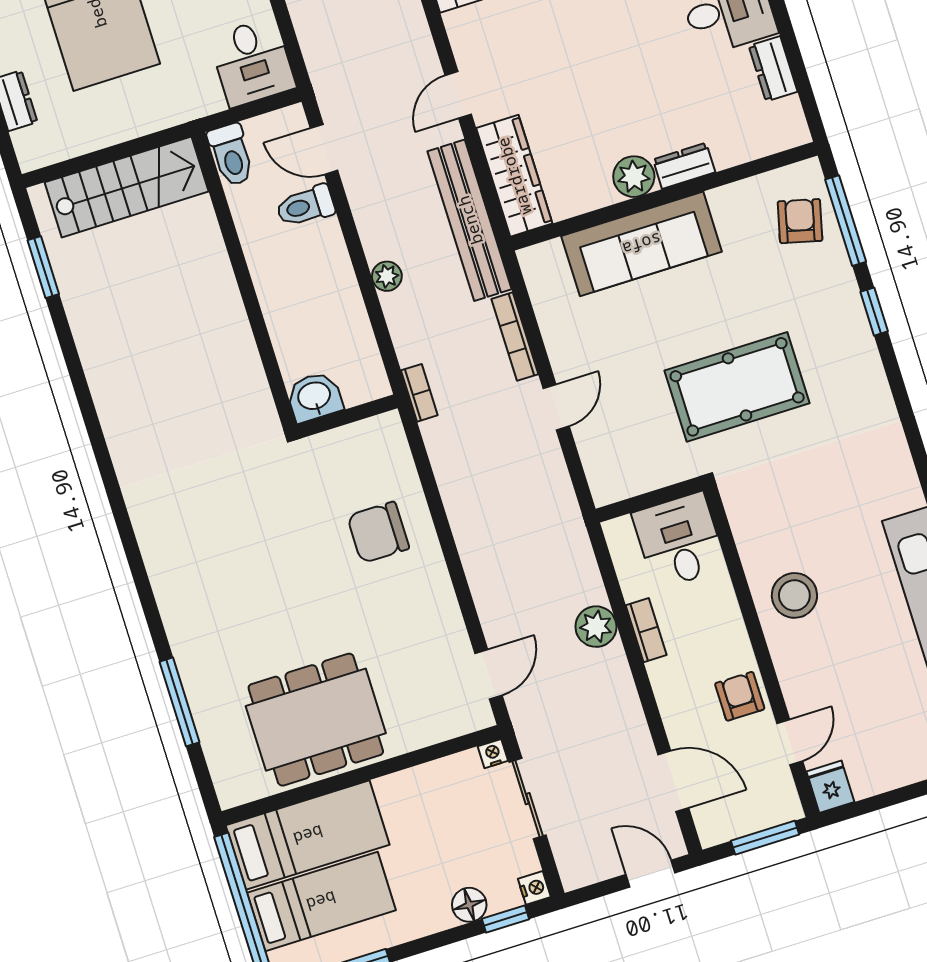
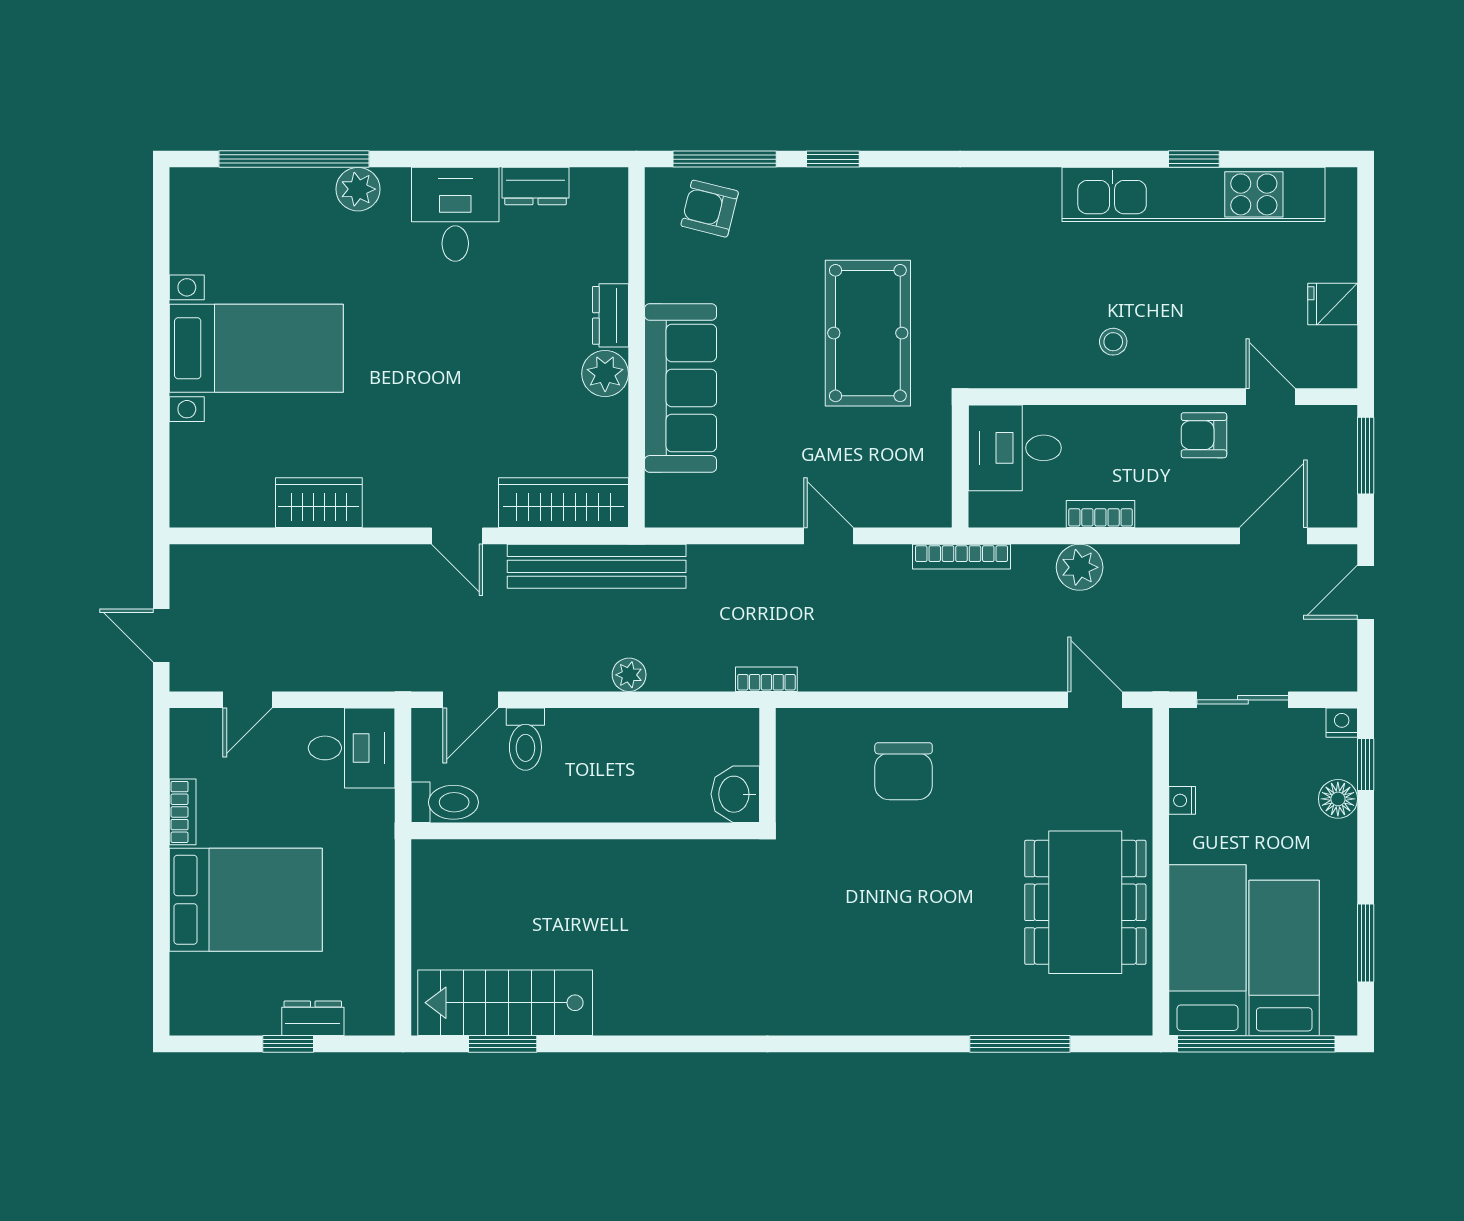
stairs: (127, 187) -> (505, 1003), moved, turned -90
bookcase: (515, 337) -> (962, 557), moved
stool: (794, 595) -> (1113, 342), width x0.53, depth x0.53
nightstand: (493, 754) -> (1182, 800), moved
fridge: (830, 787) -> (1333, 304), moved

